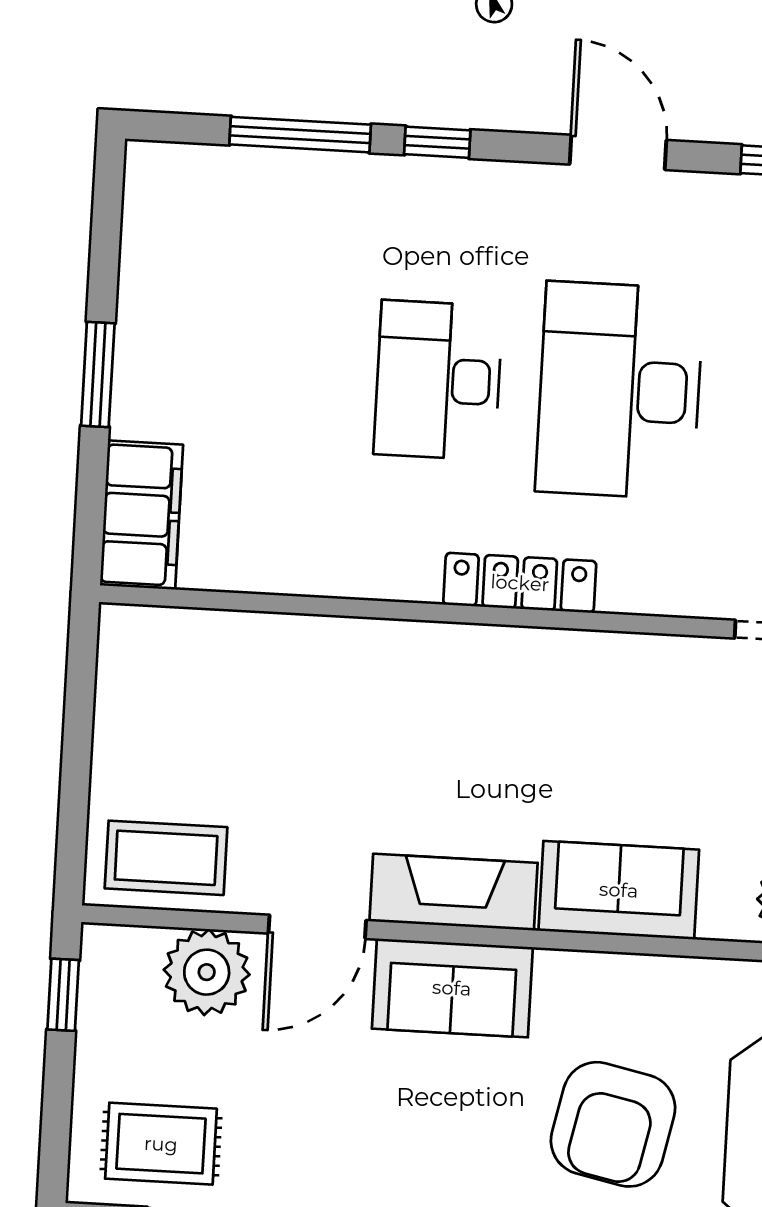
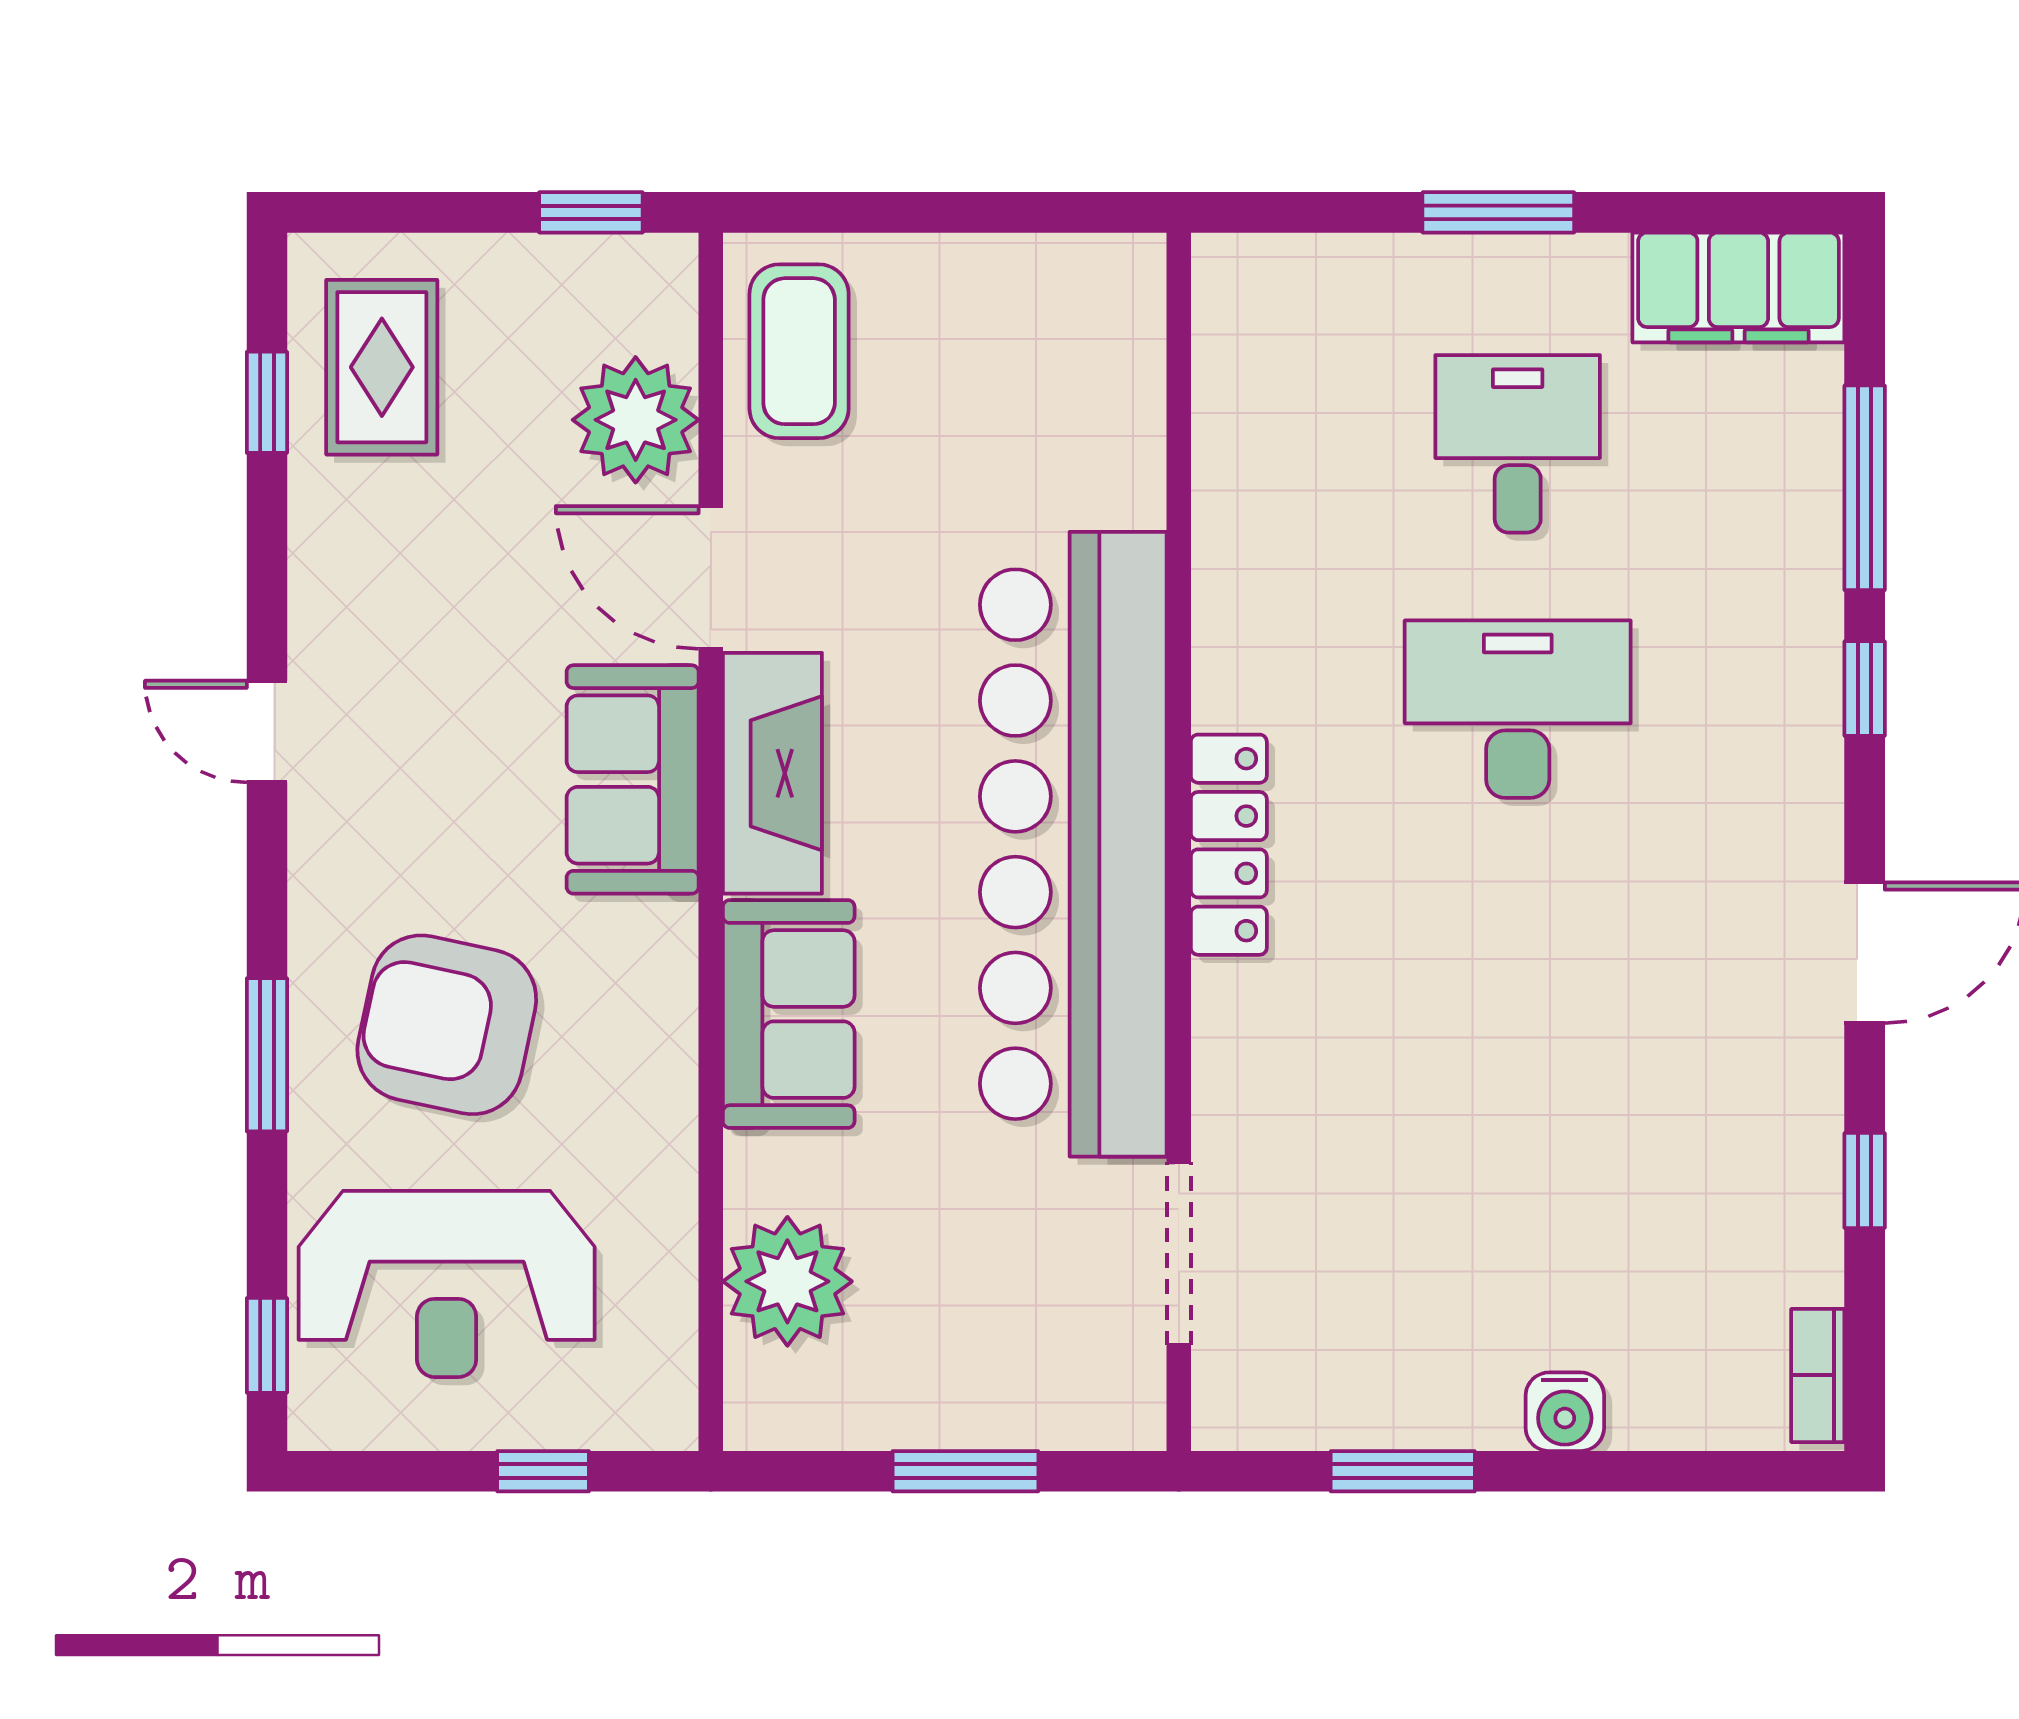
desk: (619, 390) -> (1518, 444), moved, width x0.53, depth x0.77
filing cabinet: (141, 515) -> (1738, 288), moved
bar counter: (513, 689) -> (1073, 844), added

